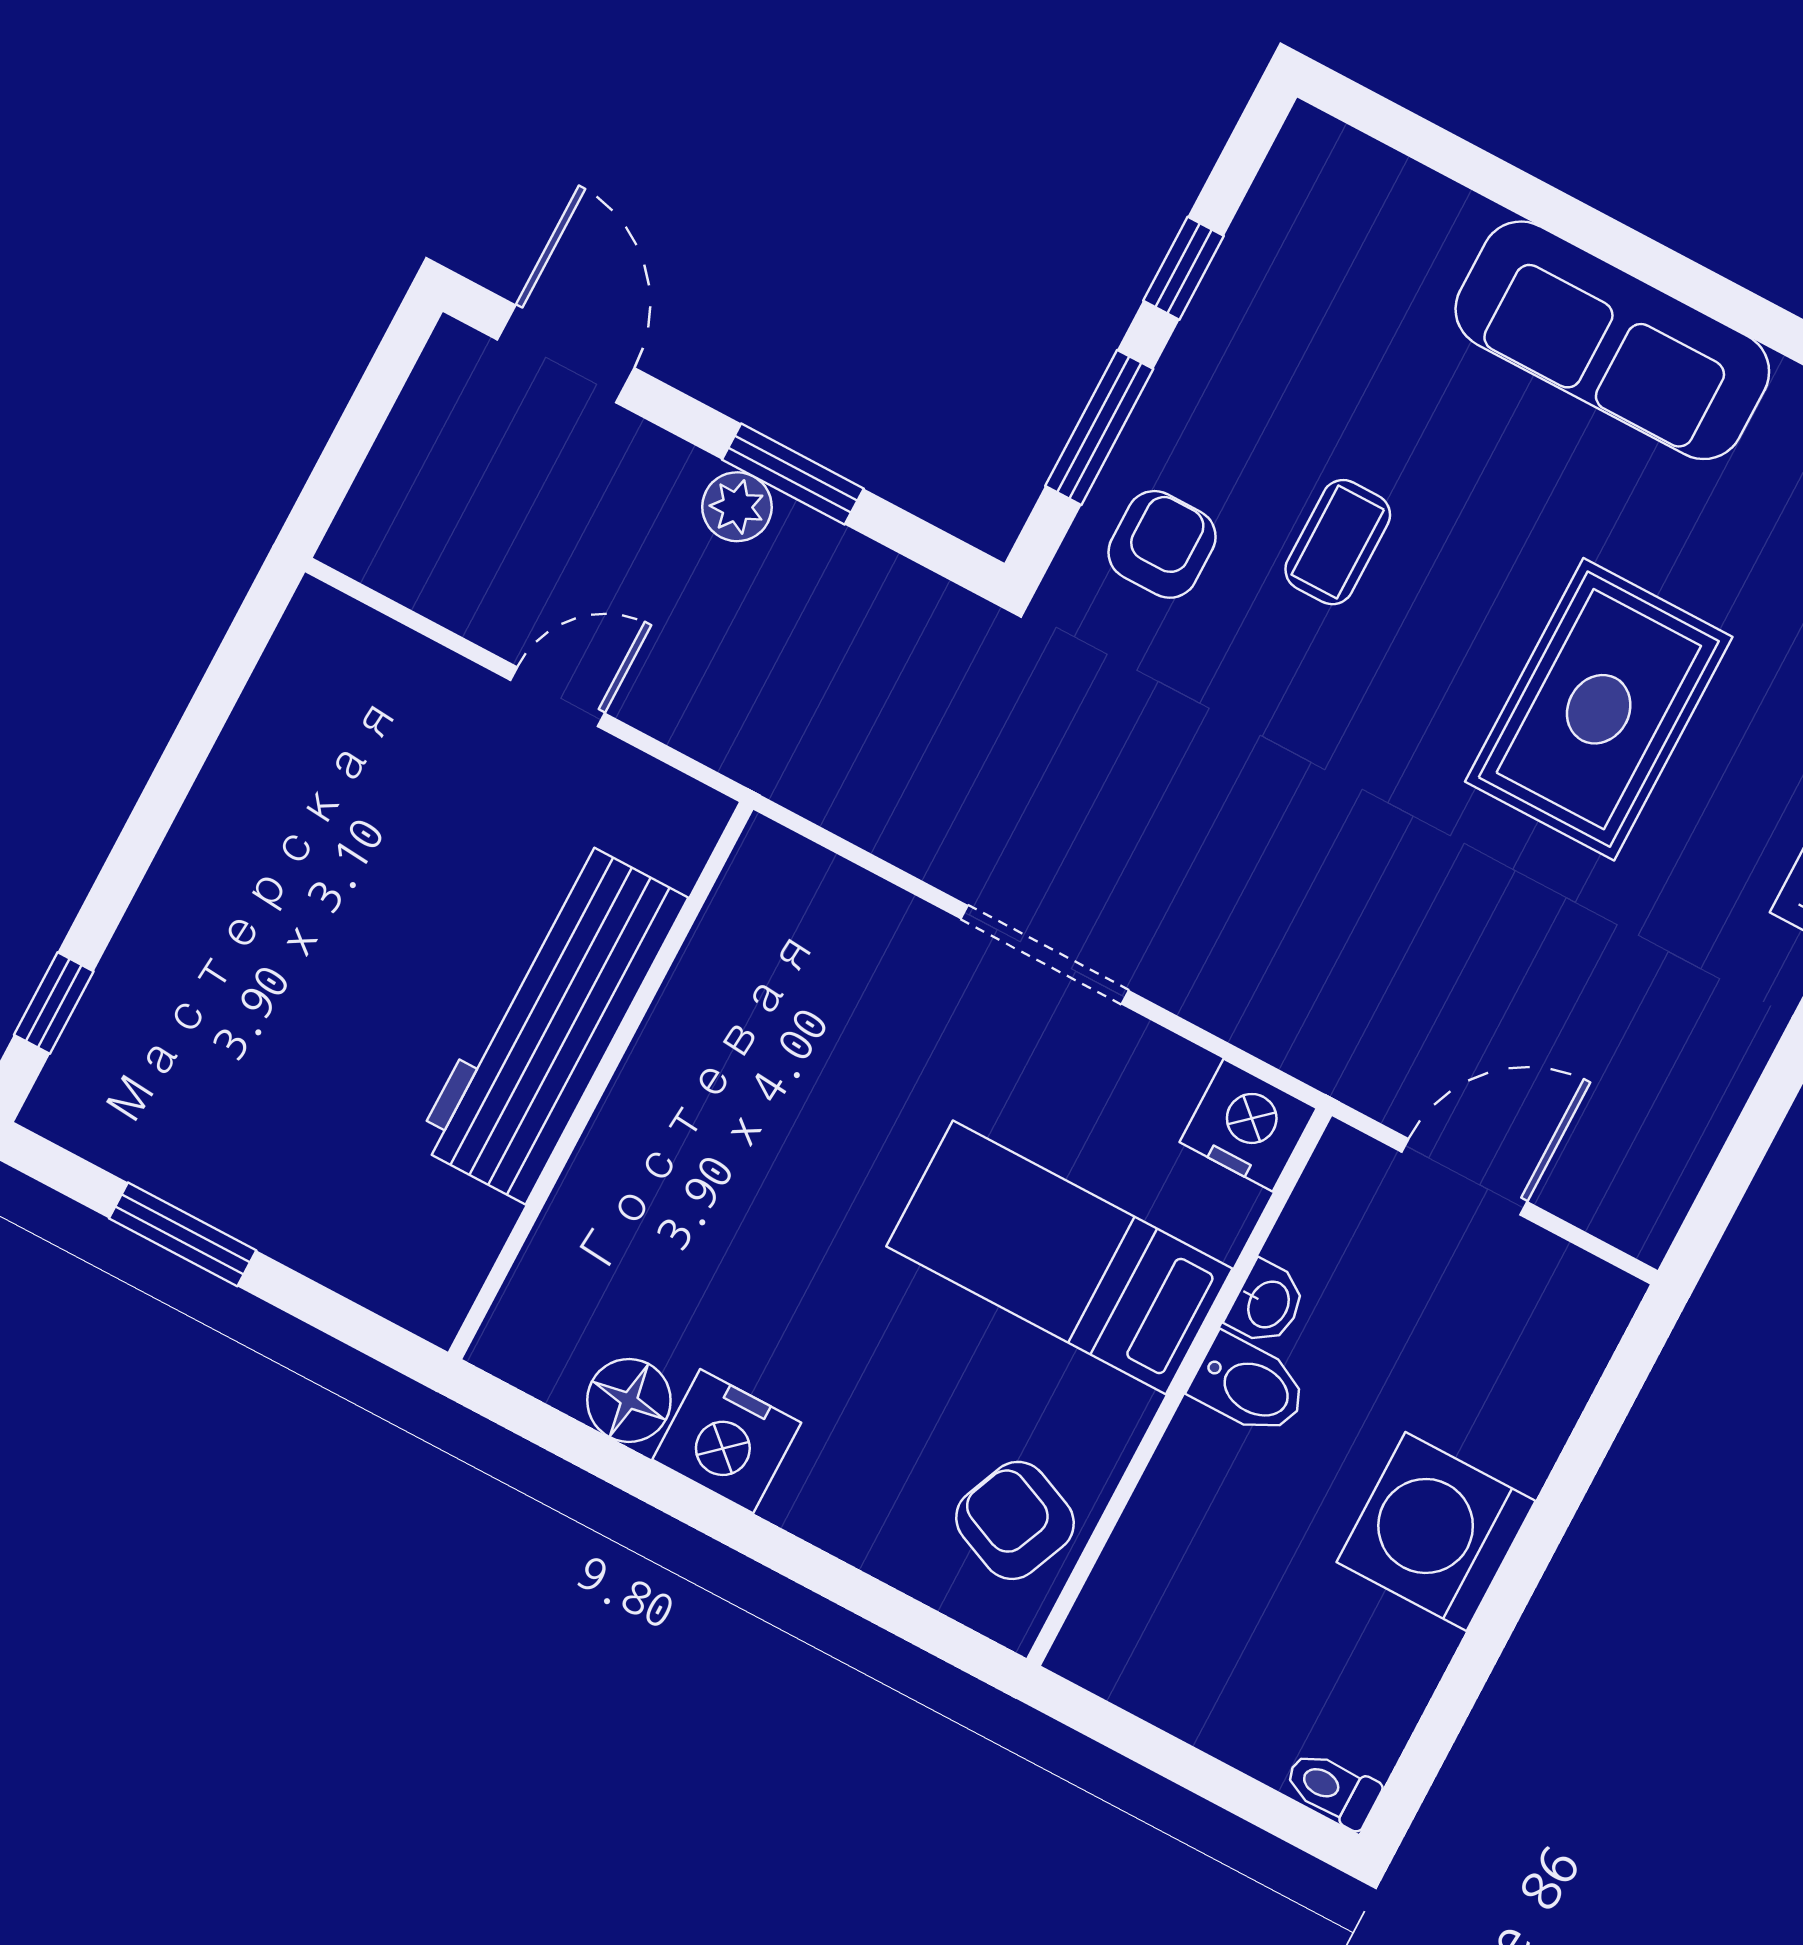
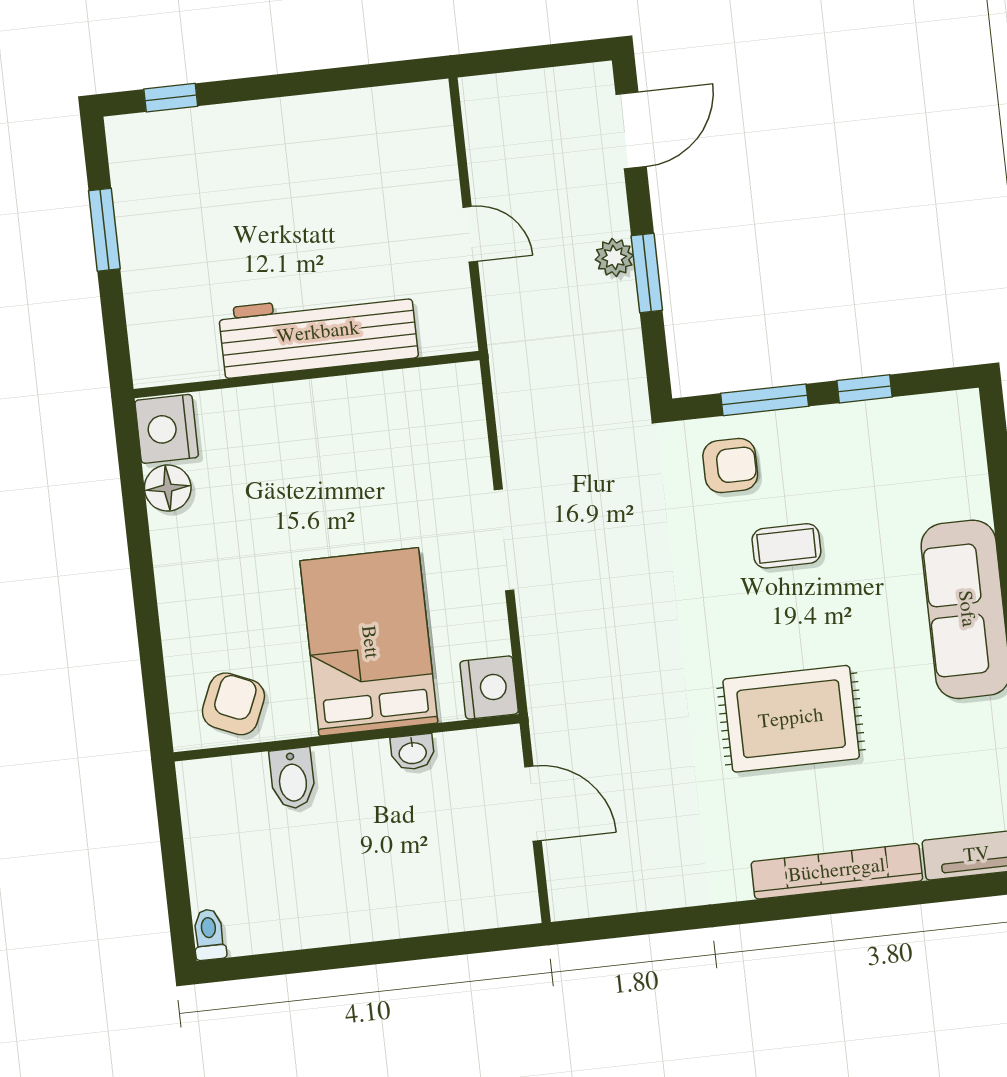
bed: (1059, 1257) -> (369, 642), width x1.50
bidet: (1250, 1386) -> (292, 778), moved
nightstand: (727, 1441) -> (167, 429), moved
washing machine: (1436, 1531) -> (360, 902), removed

